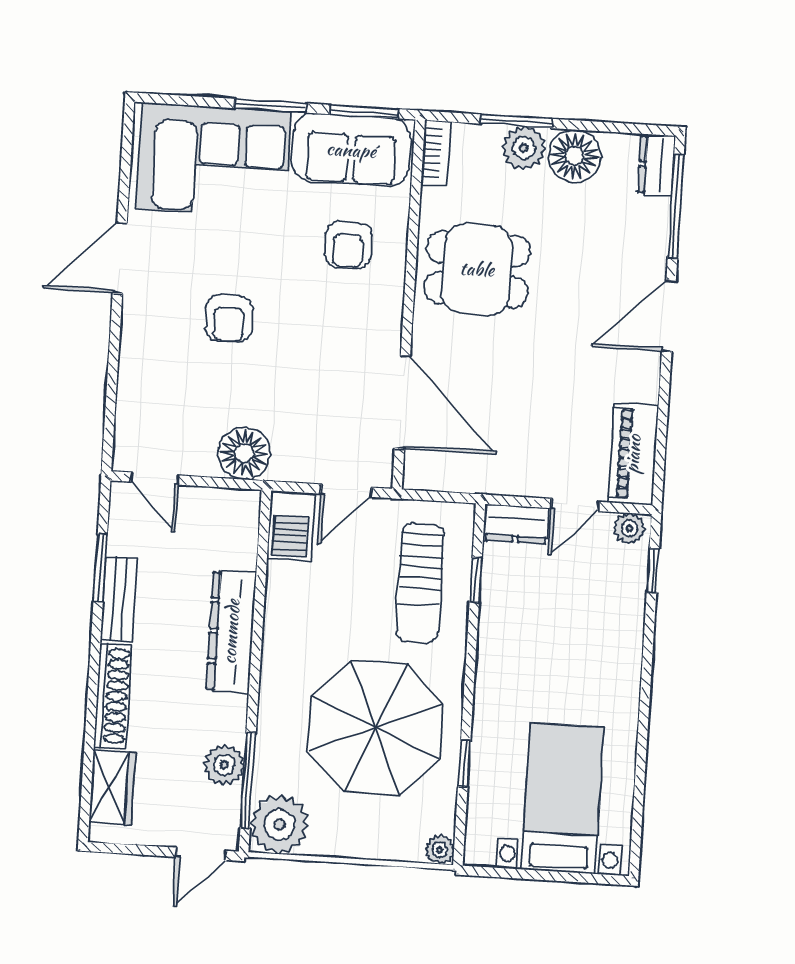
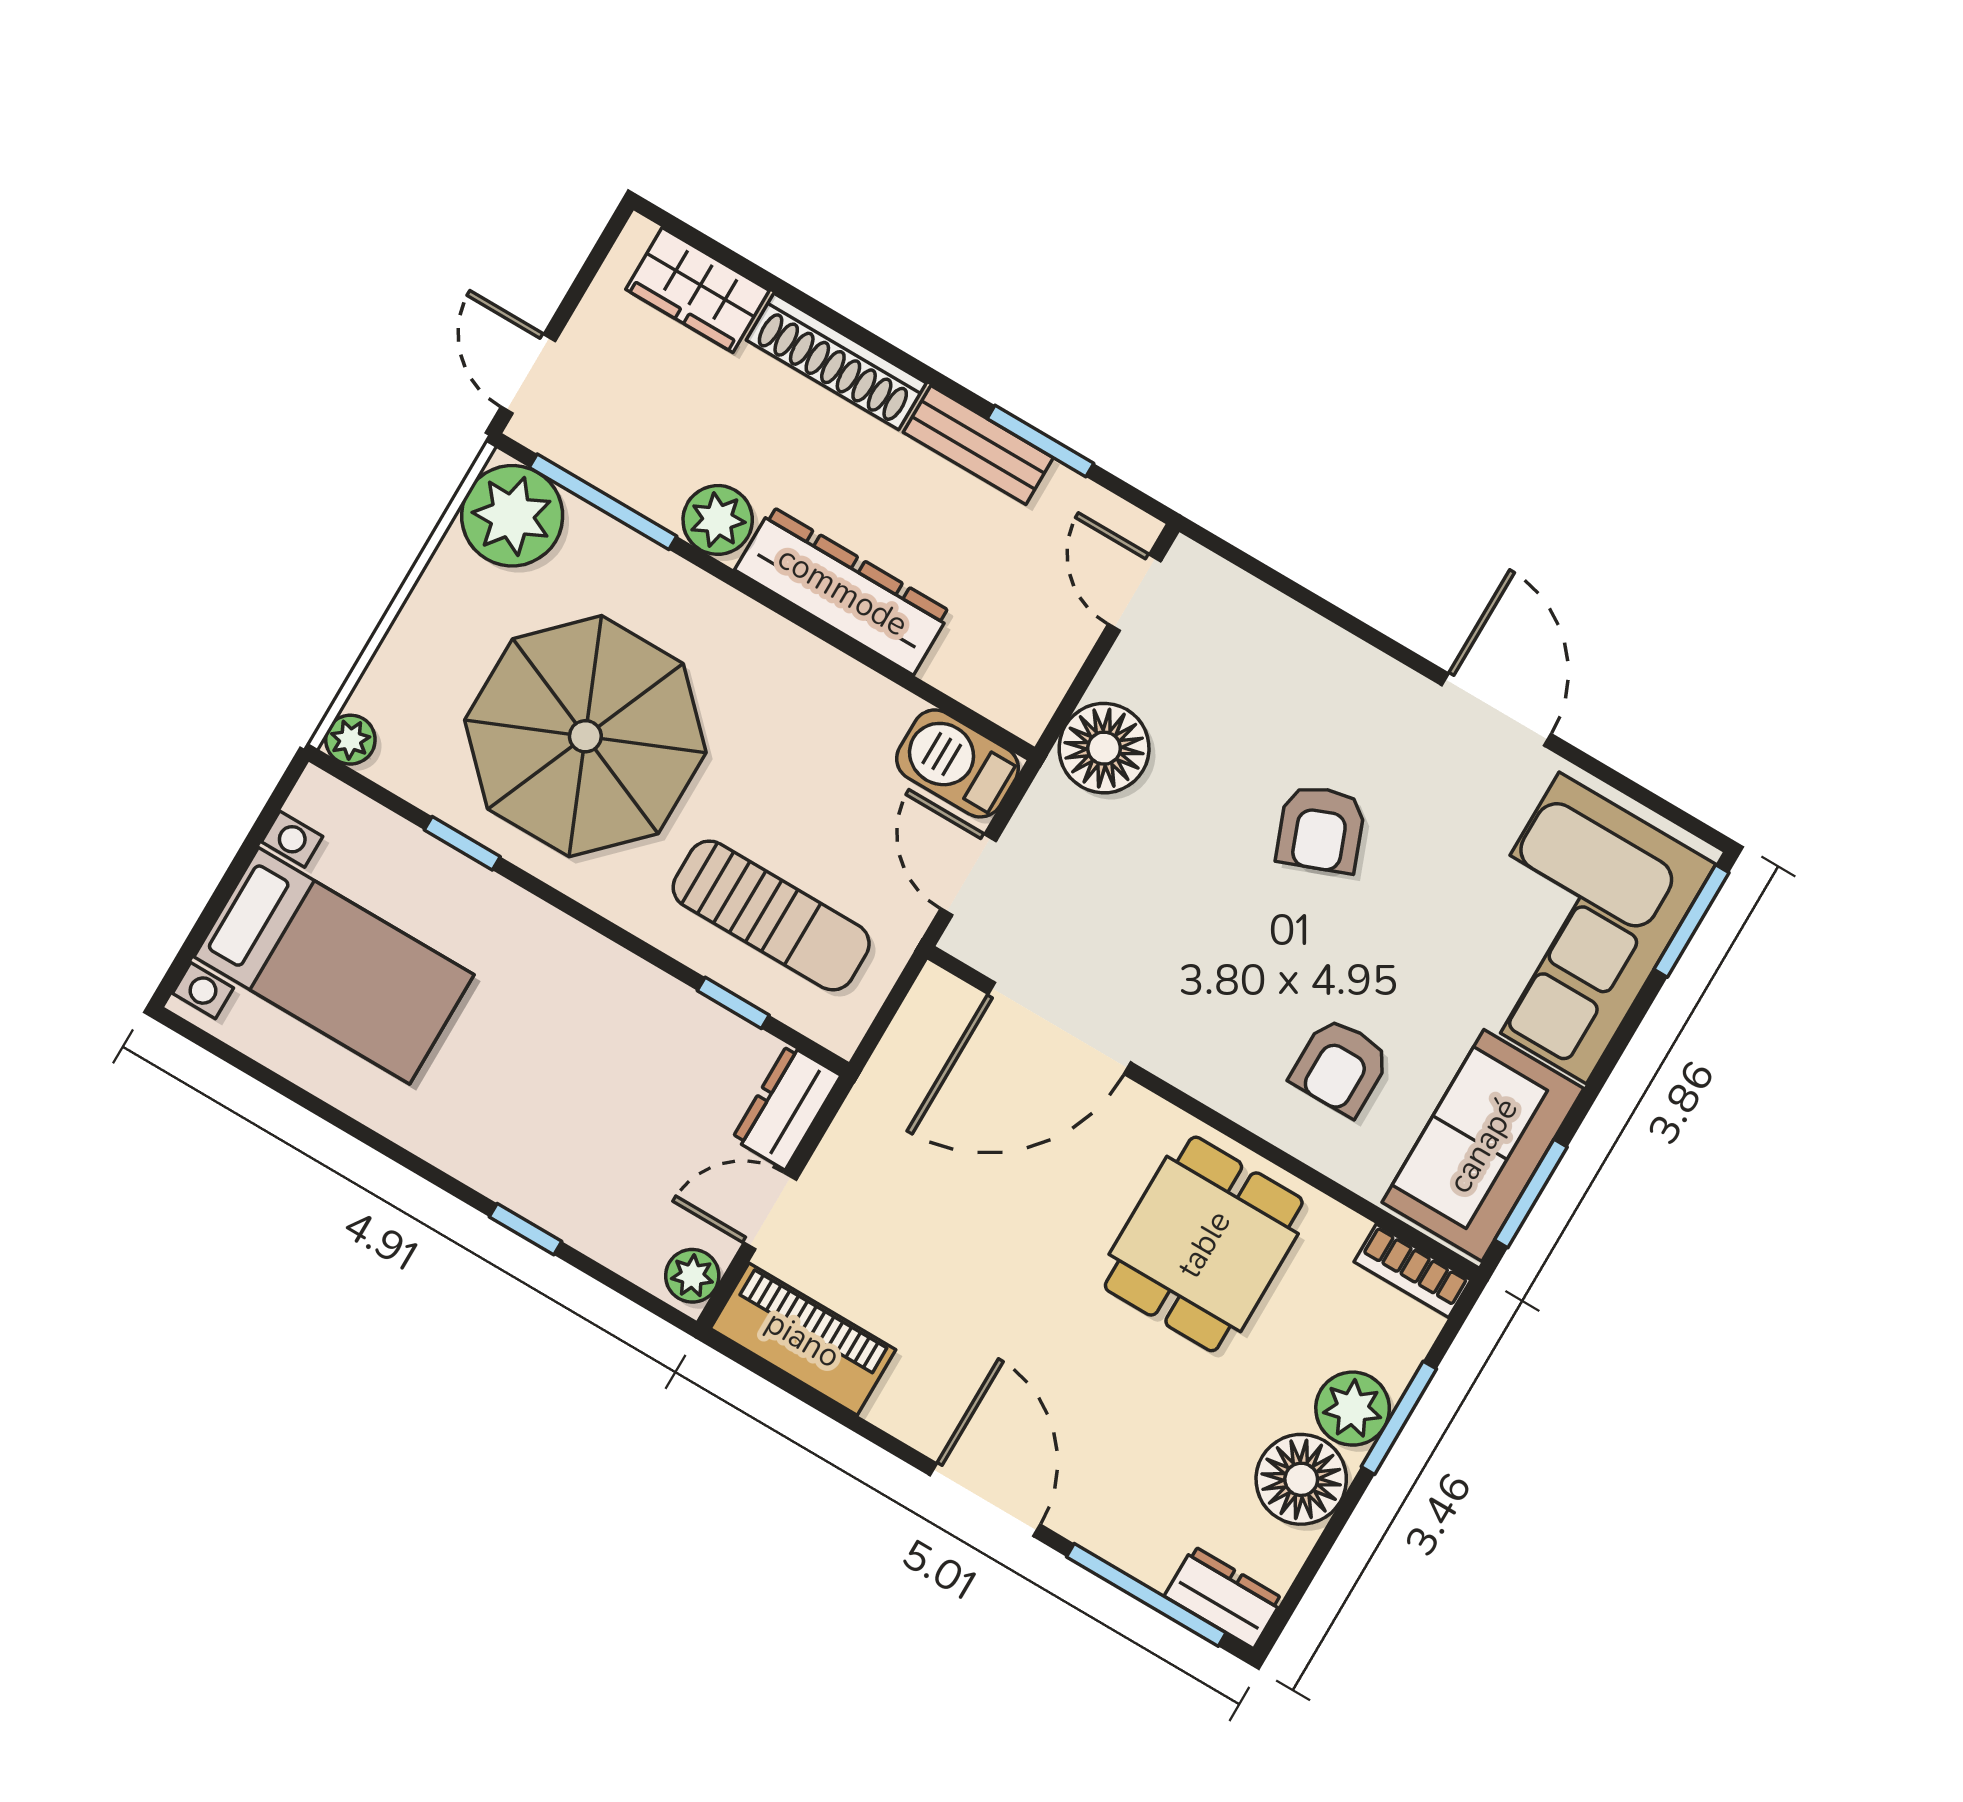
window: (270, 106) -> (1691, 921), moved
armchair: (348, 245) -> (1340, 1067), turned -90
armchair: (229, 318) -> (1321, 829), turned -111
door: (155, 479) -> (1134, 593), hinge flipped
door: (575, 505) -> (770, 1211), hinge flipped
window: (653, 570) -> (526, 1229), moved
sun lounger: (420, 583) -> (771, 915), turned 180
plant: (224, 765) -> (718, 520), moved

